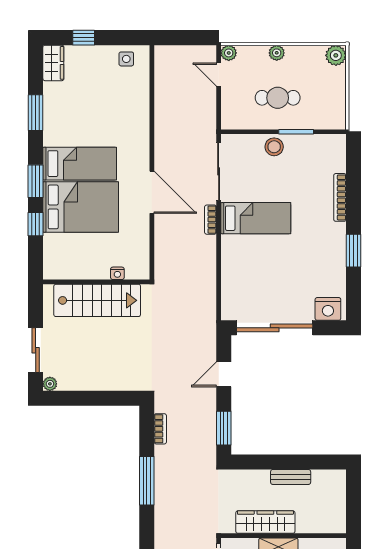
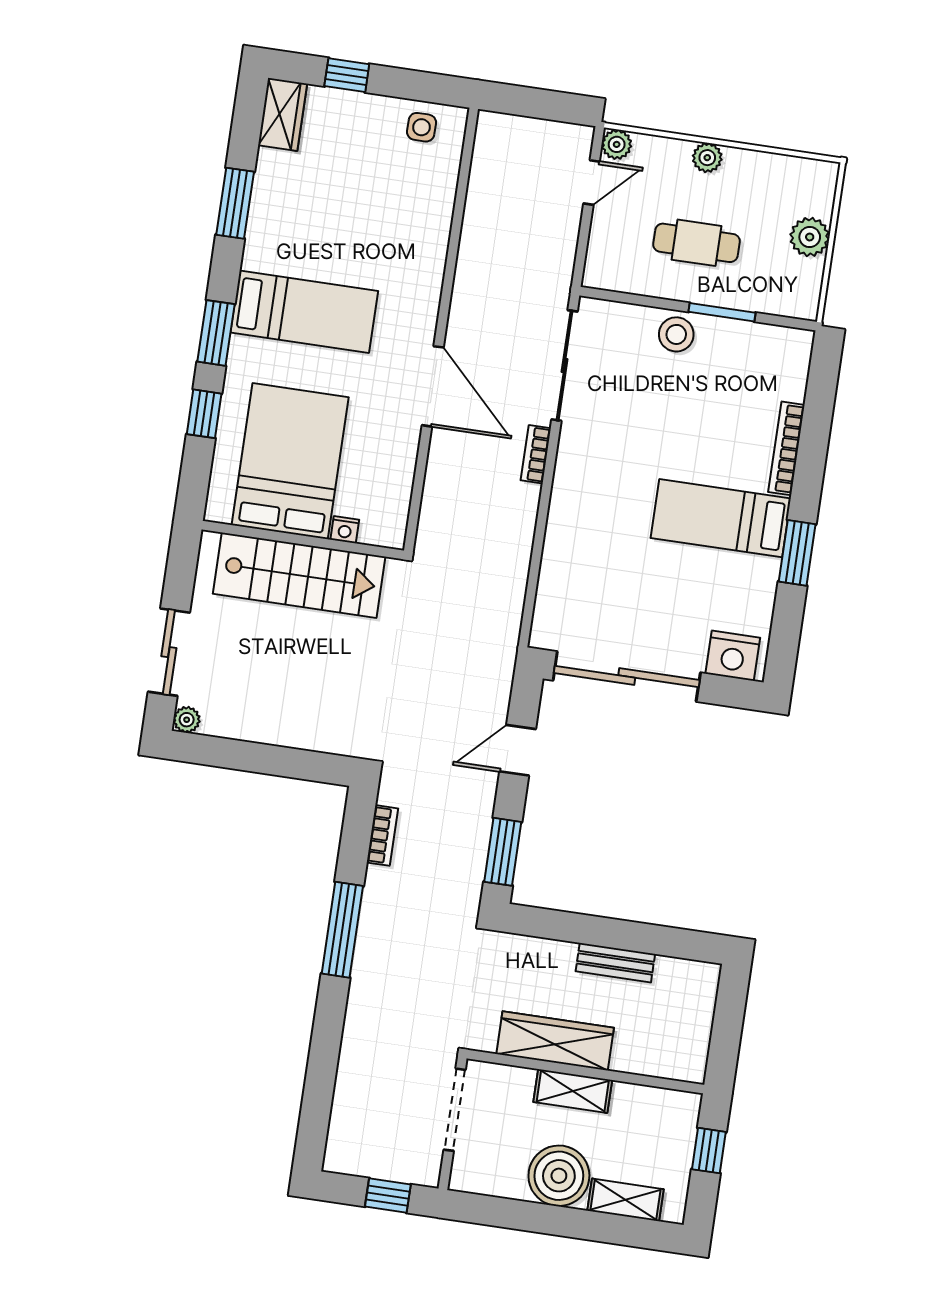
plant: (336, 55) -> (810, 237), moved
door: (219, 75) -> (592, 182), swing flipped
bed: (81, 207) -> (290, 461), moved, turned -90
bed: (256, 218) -> (721, 518), moved, turned 180

